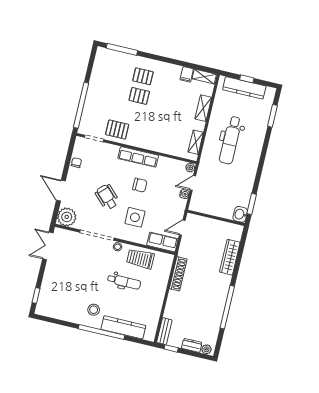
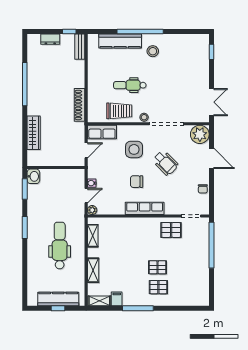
window: (122, 49) -> (138, 308), moved
window: (272, 116) -> (25, 227), moved
plant: (206, 349) -> (35, 39), removed

